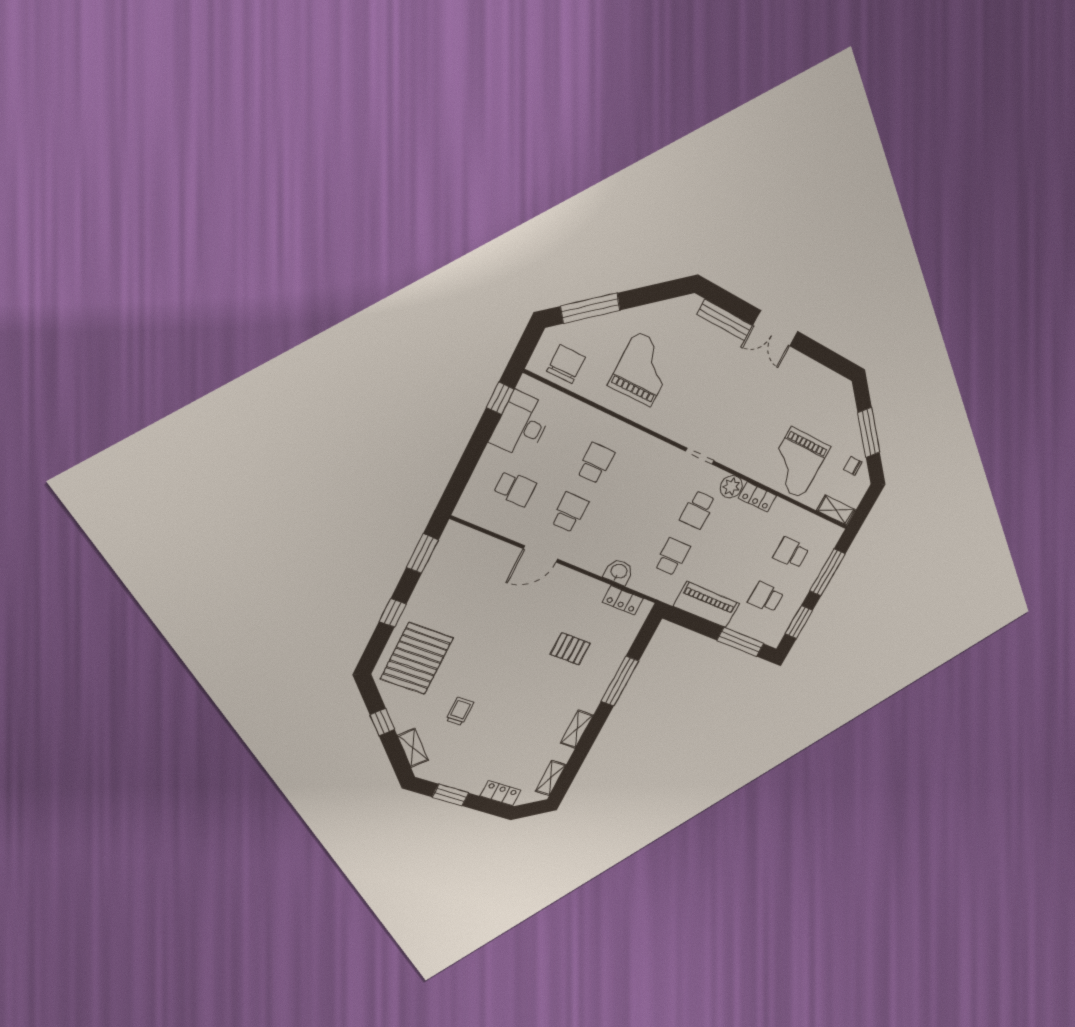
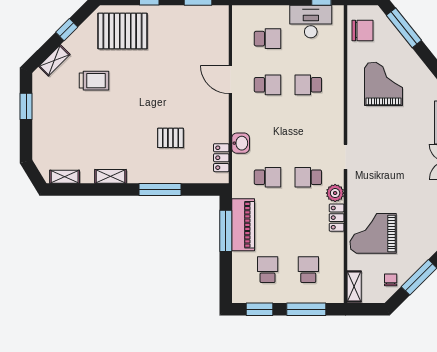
grand piano: (643, 369) -> (383, 84), turned -90
school desk: (596, 463) -> (308, 85), turned 180
school desk: (515, 488) -> (268, 39), turned -90
window: (740, 642) -> (226, 231), moved
pallet: (570, 649) -> (170, 138), turned 90
trolley: (460, 711) -> (94, 81), width x1.36, depth x1.39
locker: (500, 793) -> (40, 144), removed

